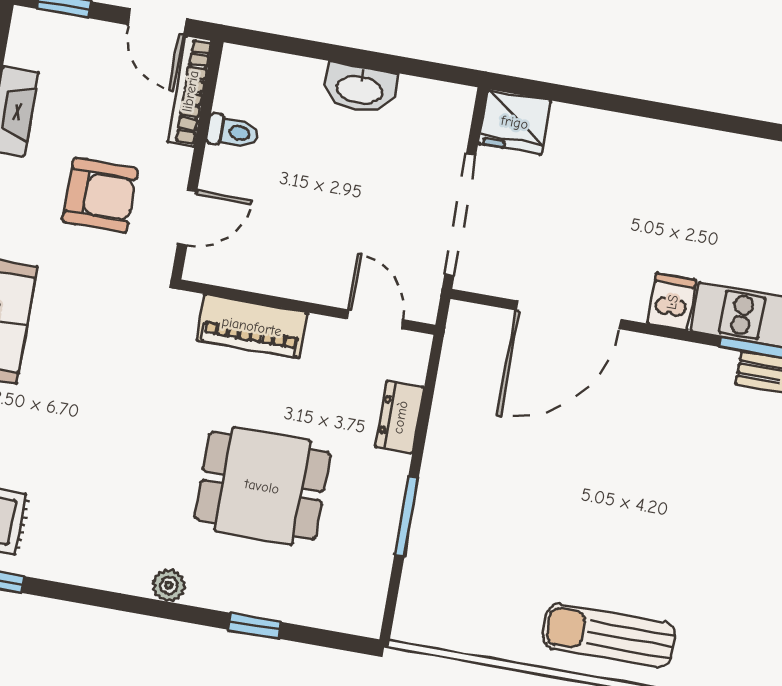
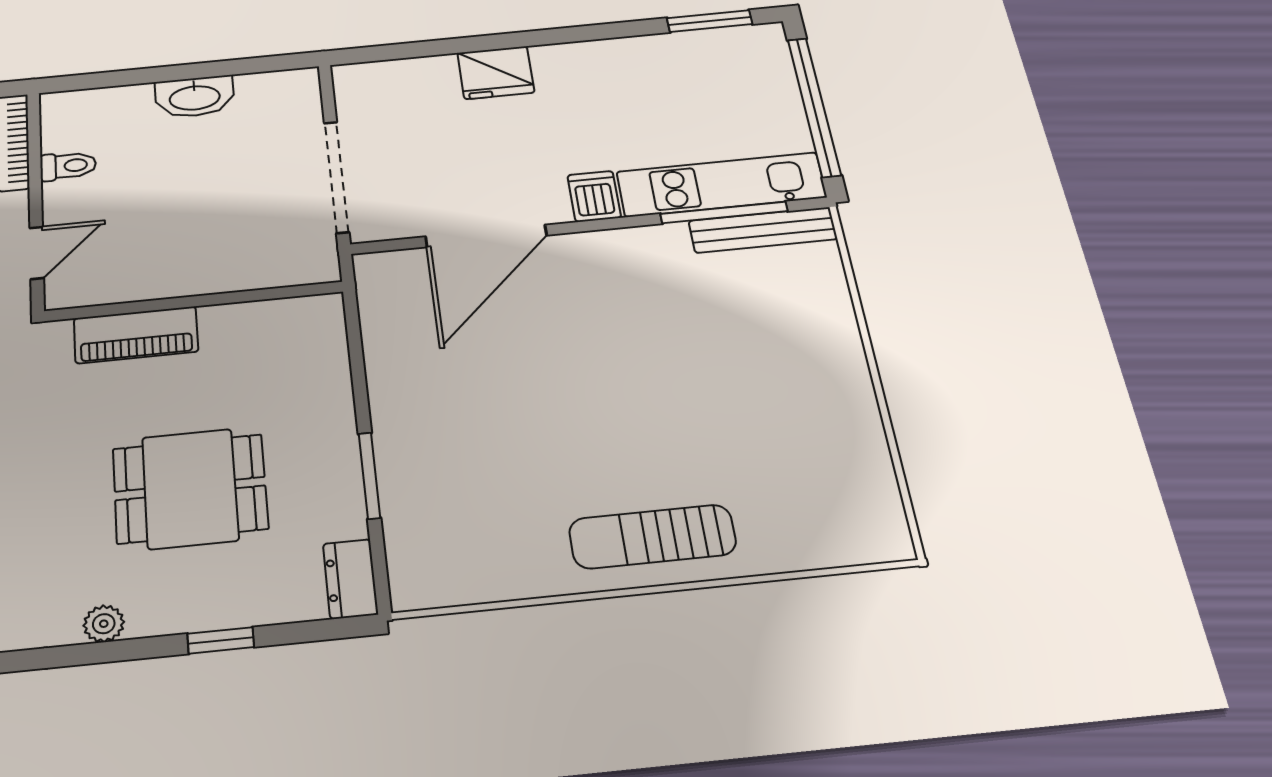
fridge: (515, 122) -> (496, 73), moved
door: (375, 319) -> (273, 294), removed
dresser: (400, 417) -> (350, 579), moved

